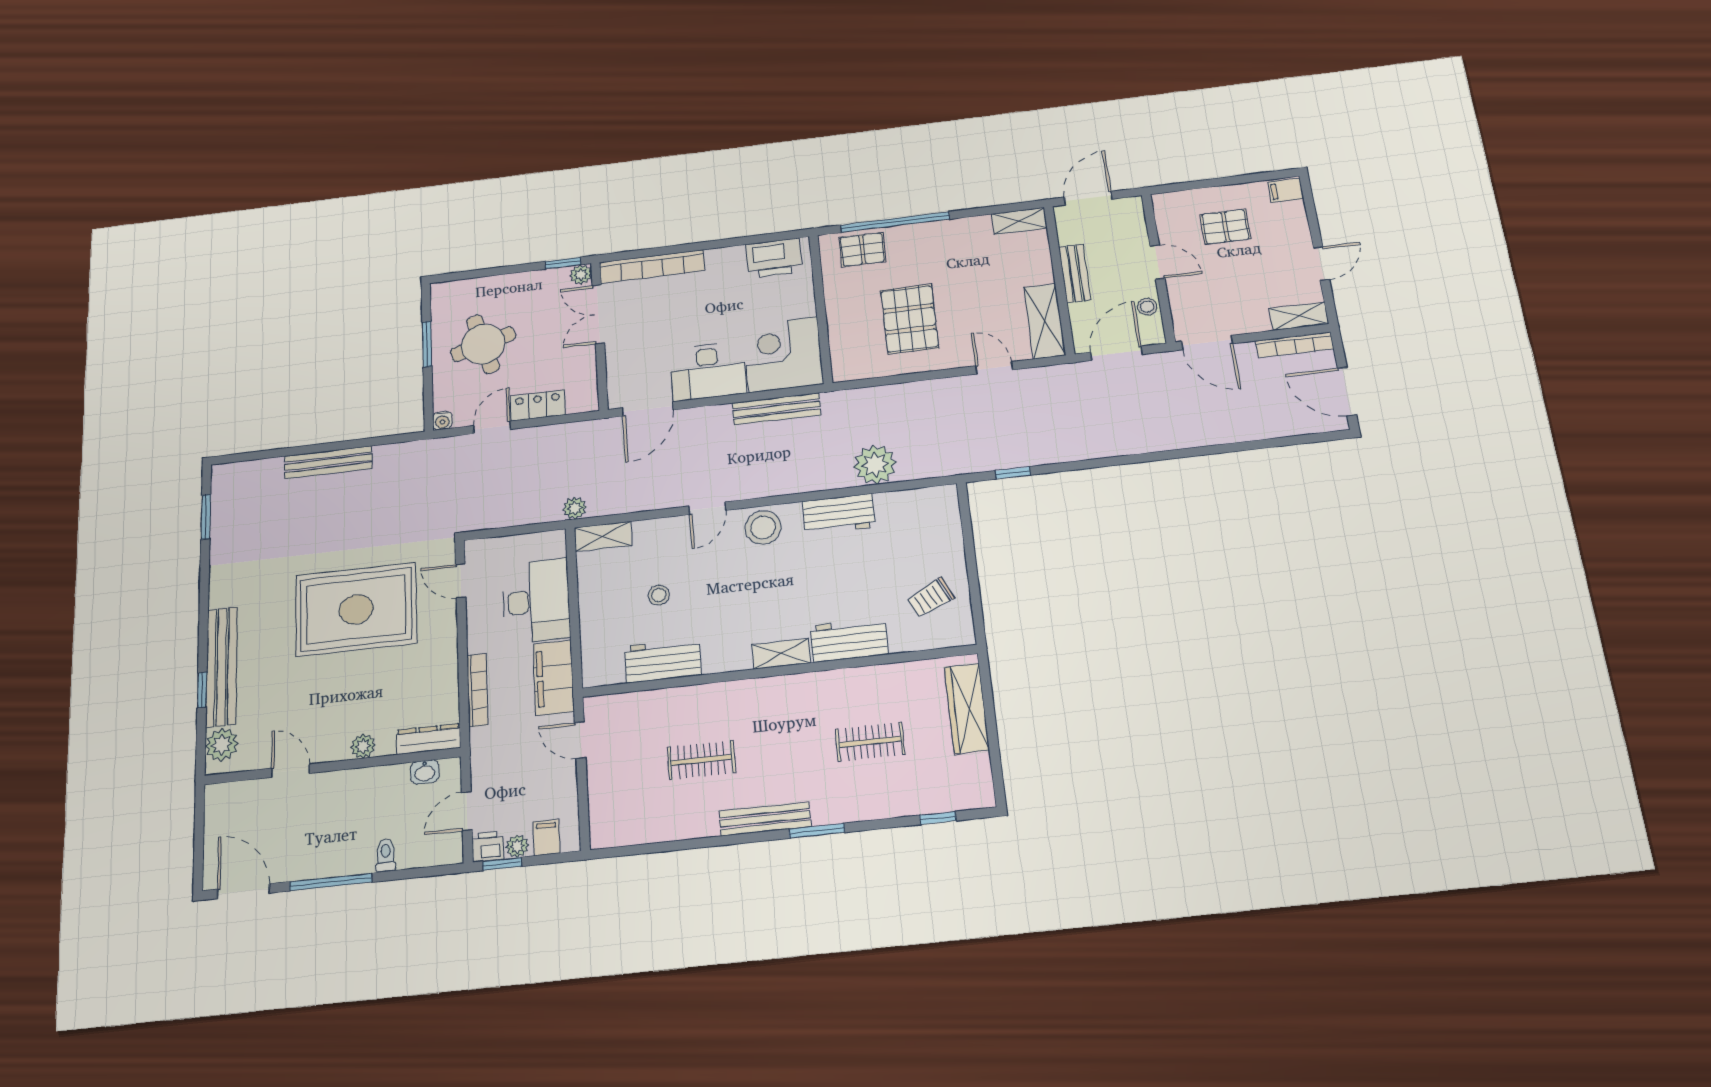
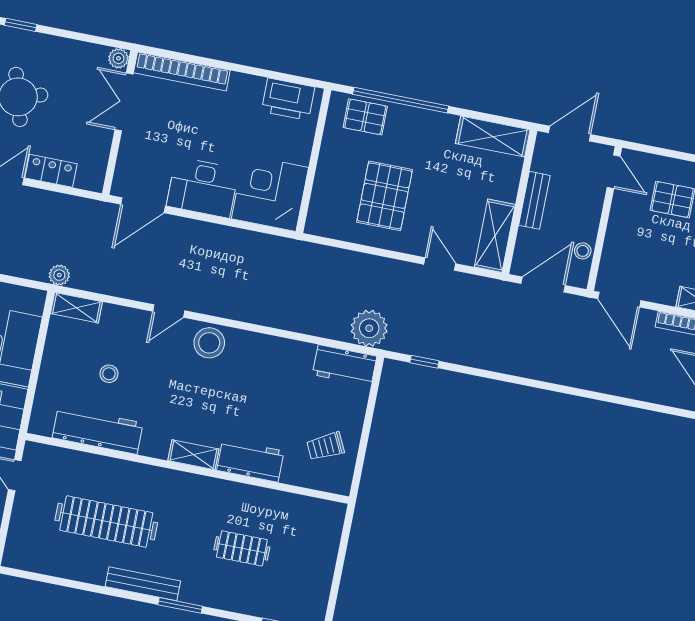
shelving: (1019, 221) -> (493, 137), width x1.50, depth x1.33
door: (1157, 262) -> (614, 172), moved
window: (563, 263) -> (21, 25), moved
bench: (777, 409) -> (250, 241), removed
plant: (875, 465) -> (369, 328), moved
workbench: (839, 514) -> (345, 365), moved
workbench: (663, 661) -> (98, 430), width x1.37
wardrobe: (967, 708) -> (325, 546), removed
clothes rail: (701, 760) -> (106, 522), width x1.86, depth x1.31

